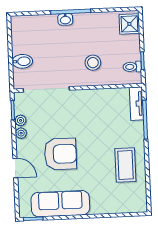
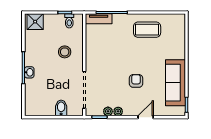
armchair: (60, 154) -> (136, 81), width x0.53, depth x0.53

